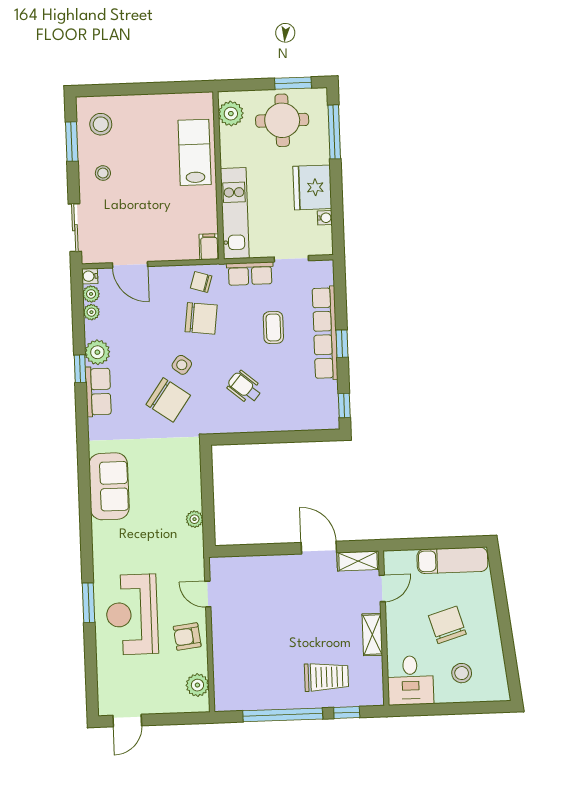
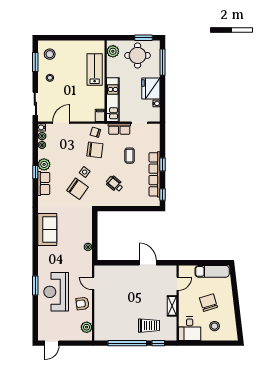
door: (130, 265) -> (61, 123), swing flipped
row of seats: (325, 333) -> (155, 174), moved
shelving: (358, 561) -> (166, 270), removed

